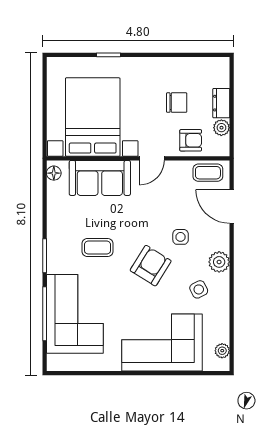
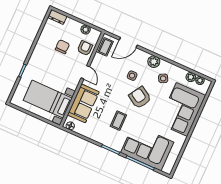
dresser: (221, 103) -> (58, 17), moved
bed with nightstands: (93, 117) -> (48, 99), width x0.73
plant: (221, 333) -> (191, 77), added

